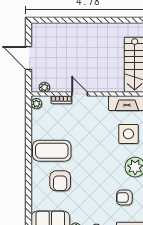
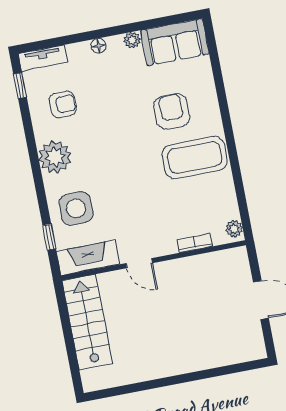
plant: (44, 87) -> (226, 258), removed
door: (80, 94) -> (139, 263), moved

